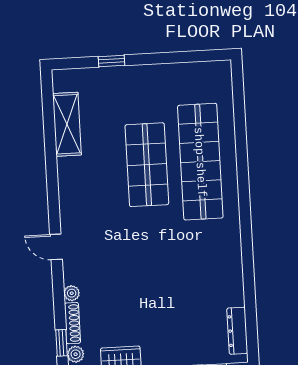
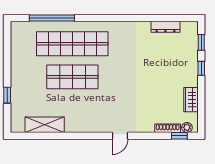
window: (240, 126) -> (52, 18), added
plant: (72, 293) -> (149, 128), removed
dresser: (237, 331) -> (165, 27), moved

